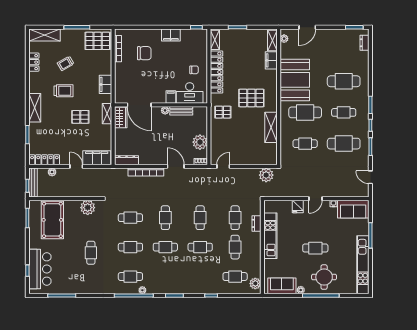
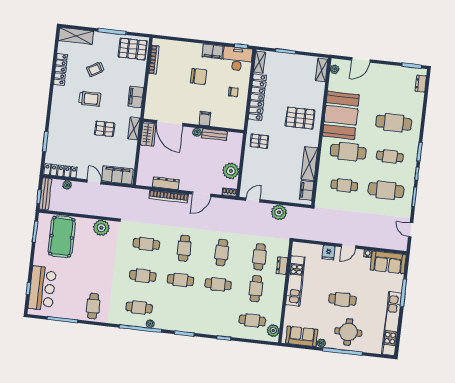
chair: (144, 53) -> (199, 76), moved
filing cabinet: (271, 60) -> (307, 190), moved
locker: (34, 62) -> (61, 69), width x1.53
desk: (190, 93) -> (237, 59), moved, turned 180
pallet: (251, 98) -> (300, 118), moved
shelving: (35, 108) -> (56, 113), removed
dresser: (127, 160) -> (166, 183), moved
door: (176, 166) -> (202, 194), swing flipped
plant: (266, 175) -> (279, 212), moved
cafe table: (91, 253) -> (93, 306), moved

